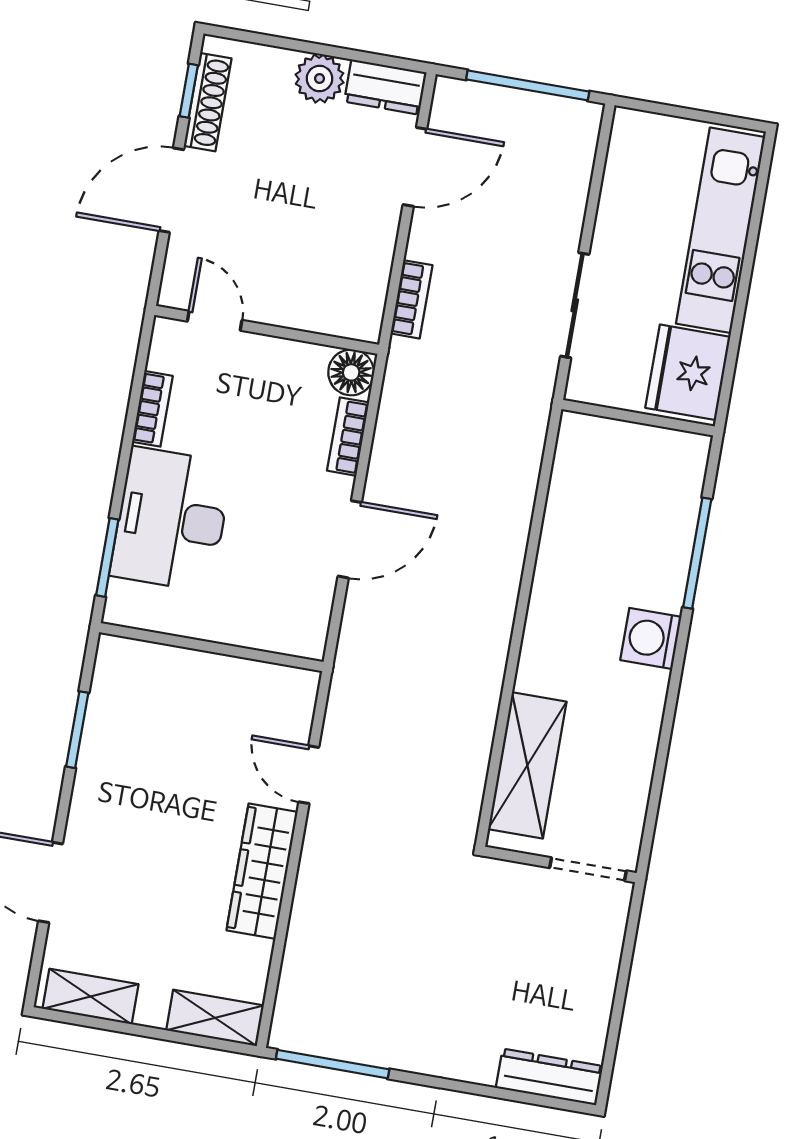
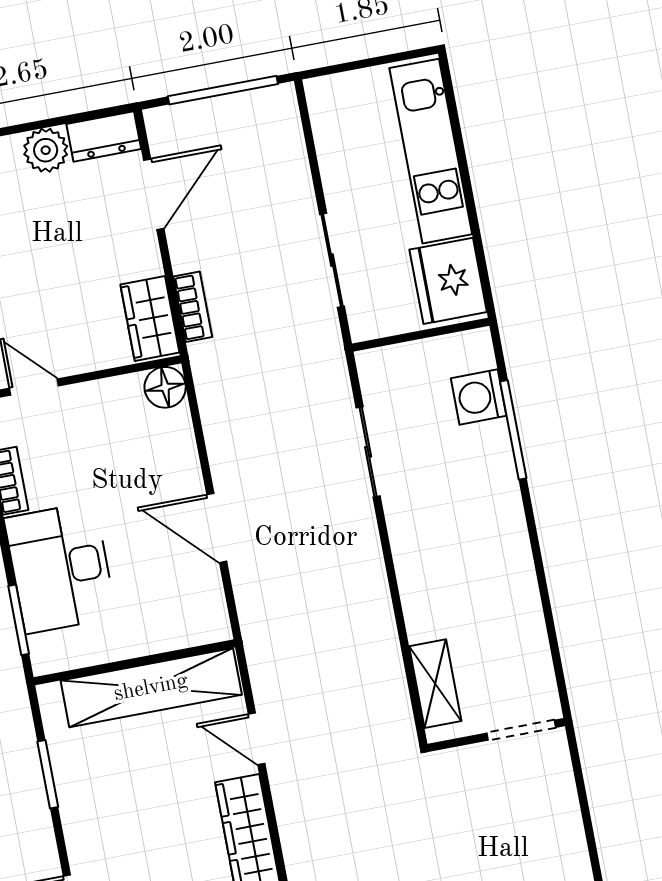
wardrobe: (362, 295) -> (150, 318), added
bookcase: (348, 437) -> (183, 442), removed
sliding door: (537, 519) -> (368, 452), added
door: (350, 539) -> (217, 528), swing flipped
washing machine: (651, 638) -> (479, 397), moved
shelving: (219, 680) -> (151, 688), added
shelving: (527, 765) -> (435, 684), width x0.67, depth x0.75

